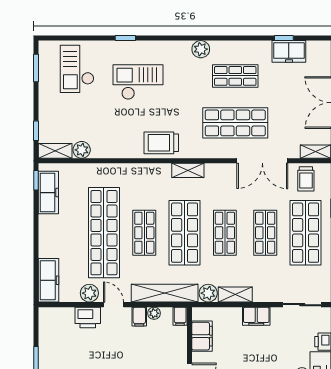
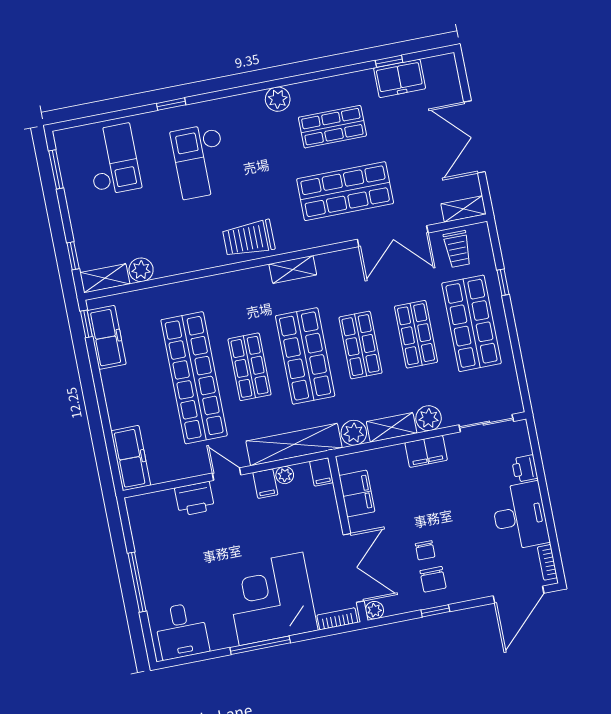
checkout: (77, 69) -> (113, 160), turned 180
checkout: (138, 82) -> (200, 161), turned -90
plant: (89, 293) -> (429, 418), moved

